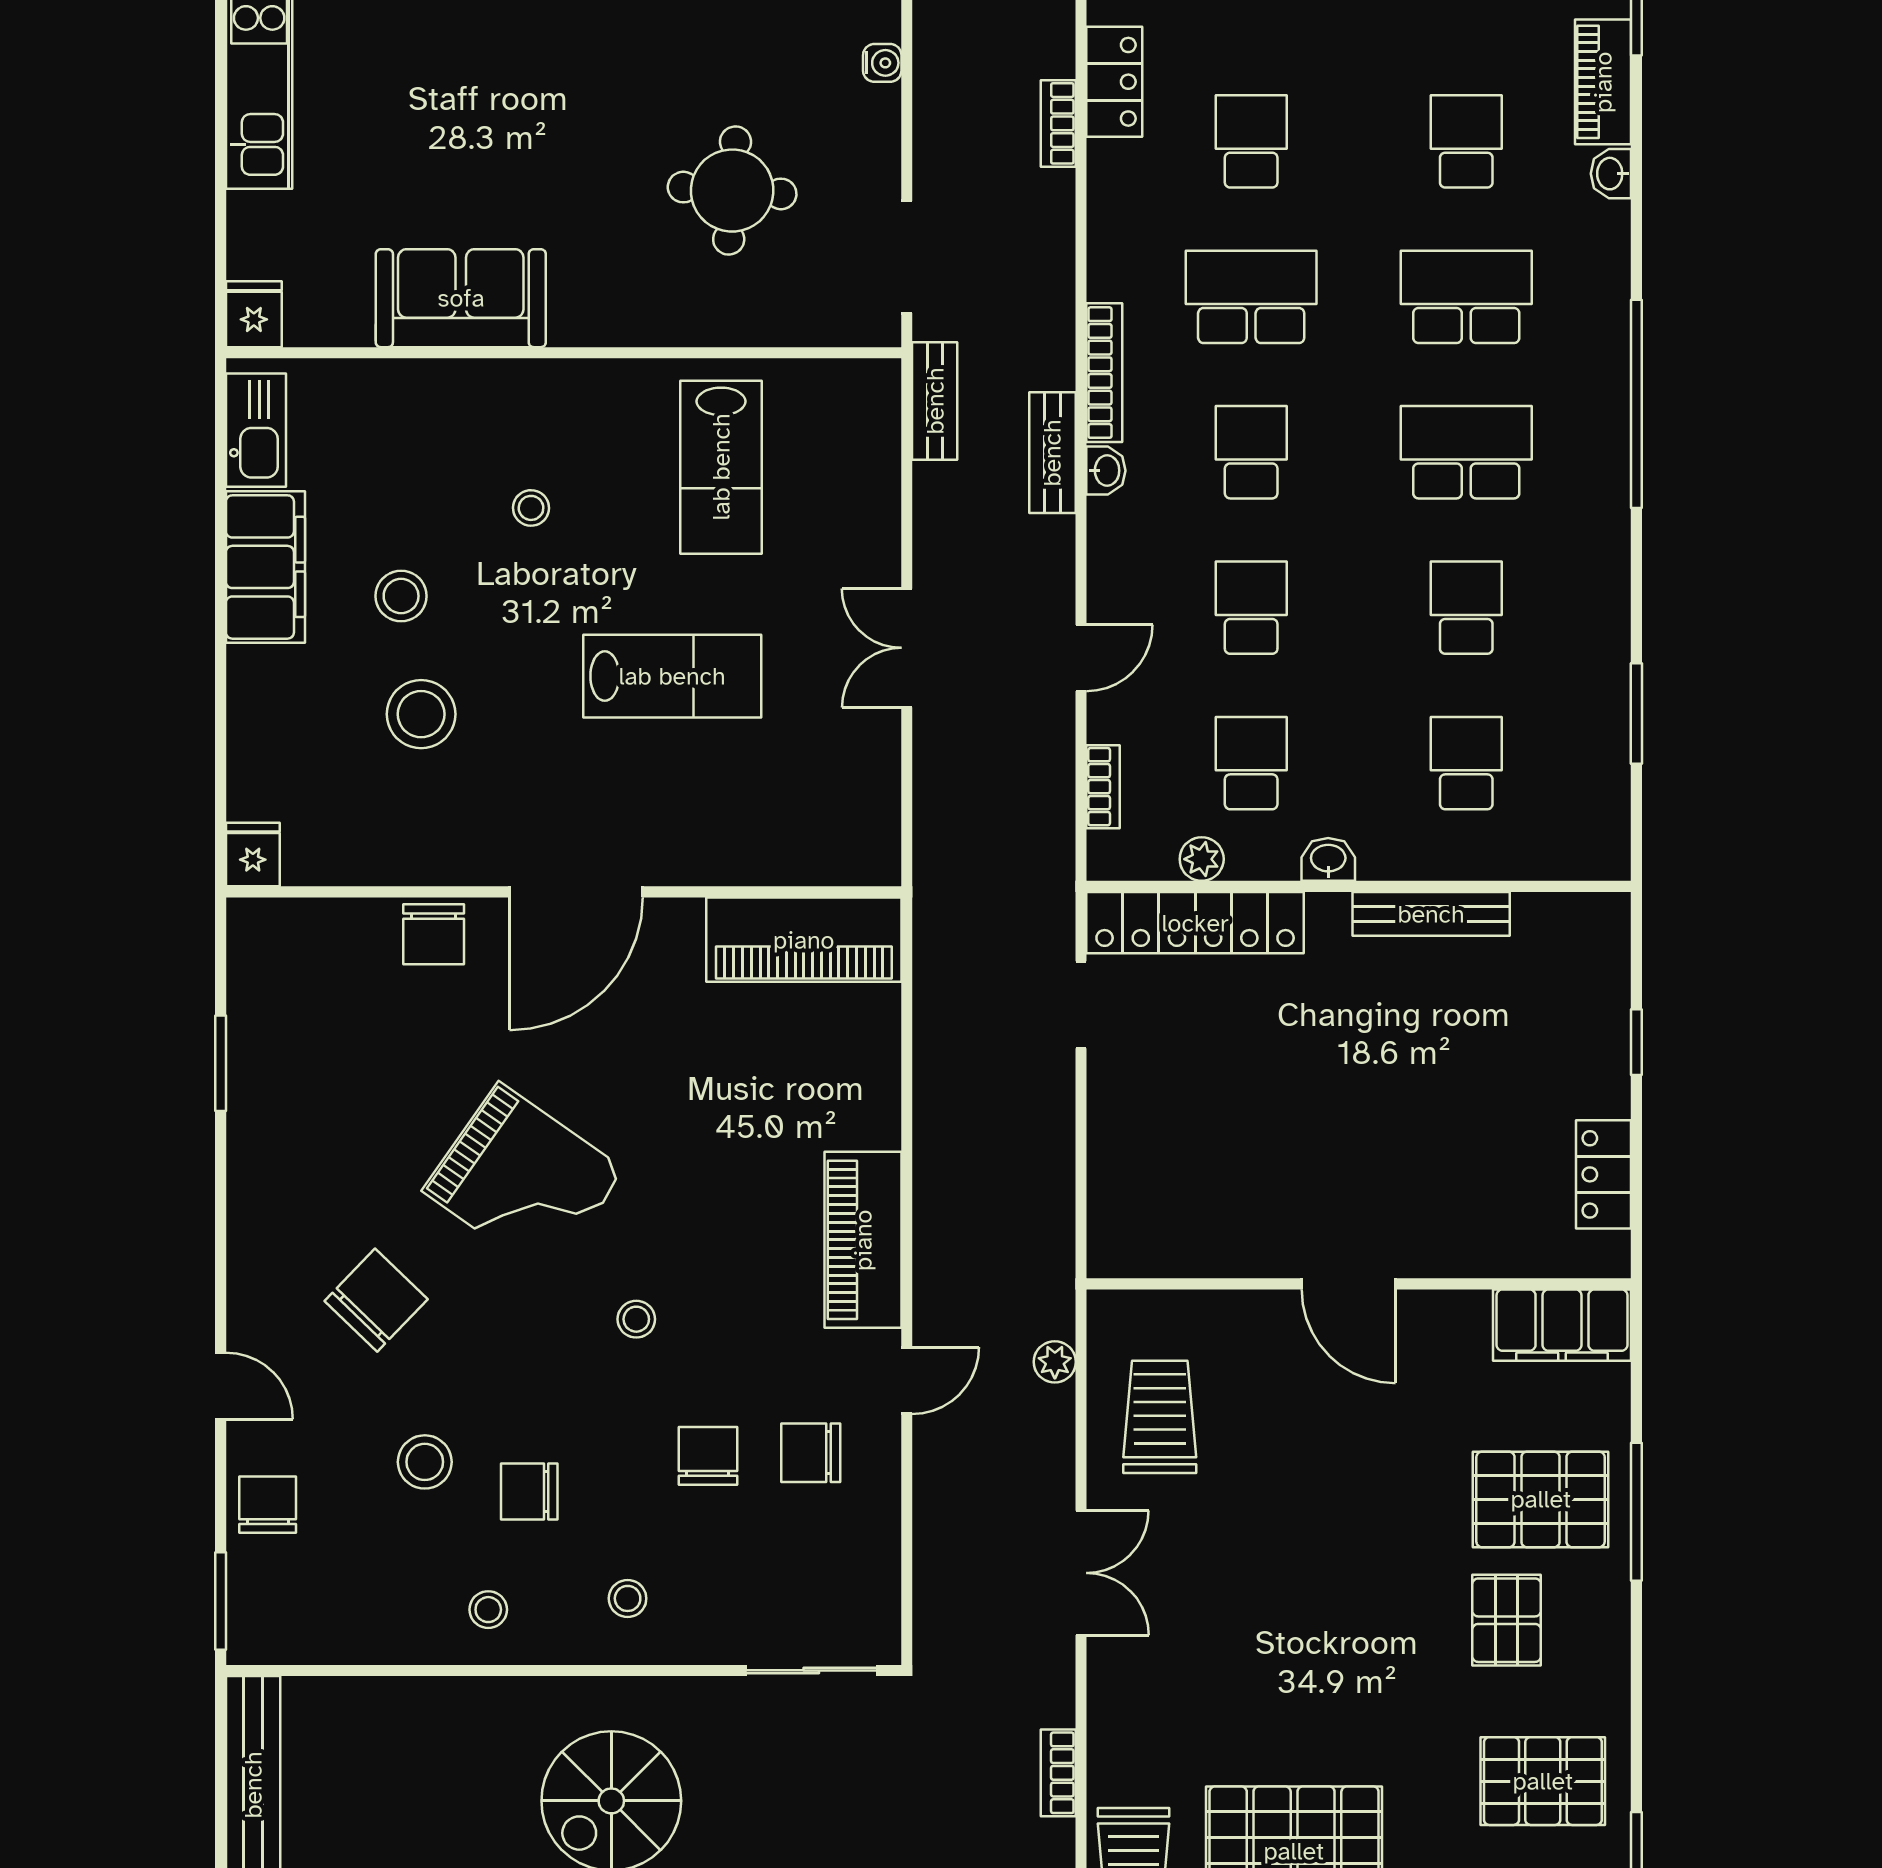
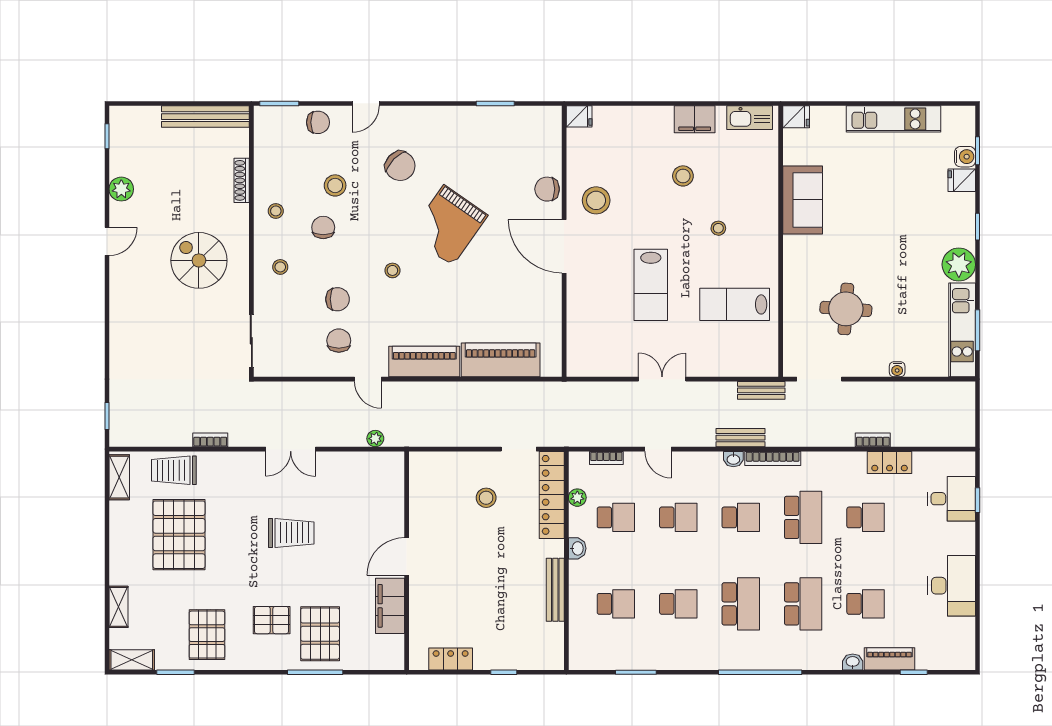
filing cabinet: (265, 567) -> (695, 119), width x0.67, depth x0.86
stool: (421, 714) -> (596, 200), moved
piano: (804, 940) -> (501, 360), moved, turned 90
stool: (1202, 1086) -> (486, 498), added
filing cabinet: (1562, 1325) -> (390, 606), moved
trolley: (1160, 1417) -> (291, 533), moved
shoe rack: (412, 1695) -> (242, 180), added

